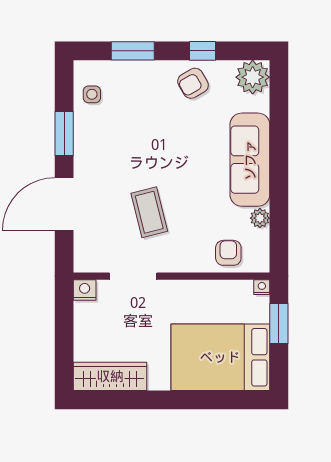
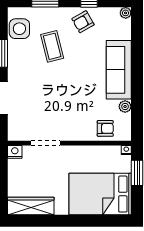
plant: (253, 77) -> (126, 13), width x0.53, depth x0.53
side table: (92, 94) -> (19, 29), width x1.87, depth x1.87
coffee table: (149, 212) -> (52, 46), moved
armchair: (228, 253) -> (105, 128), turned 90

